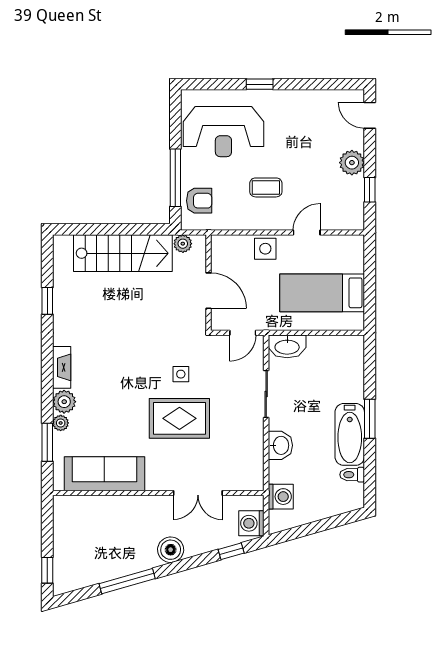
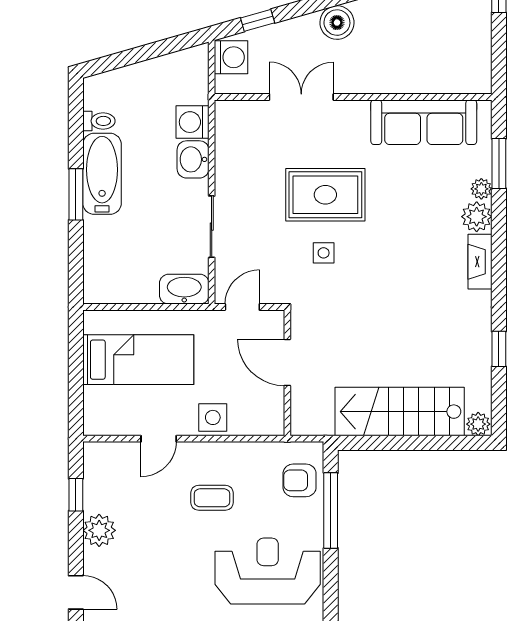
plant: (183, 244) -> (478, 424), moved
washing machine: (281, 497) -> (193, 122), moved

